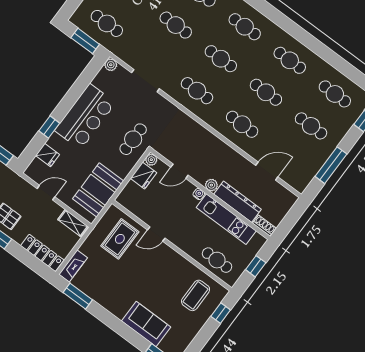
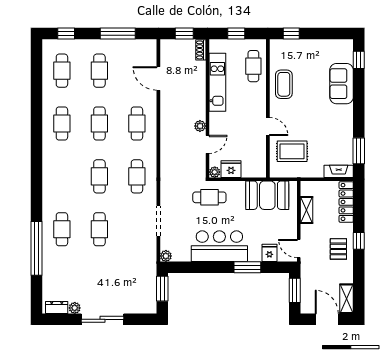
cafe table: (107, 23) -> (137, 282), removed
cafe table: (245, 27) -> (62, 176), removed
window: (49, 127) -> (247, 267), width x1.50
door: (179, 171) -> (207, 144), hinge flipped
plant: (211, 185) -> (200, 126), moved
door: (46, 193) -> (299, 248), moved
water cooler: (199, 194) -> (214, 117), removed
dresser: (237, 202) -> (198, 83), removed
window: (289, 222) -> (184, 34), added
shelving: (73, 223) -> (307, 210), moved
coffee table: (196, 295) -> (284, 84), moved, turned 90

